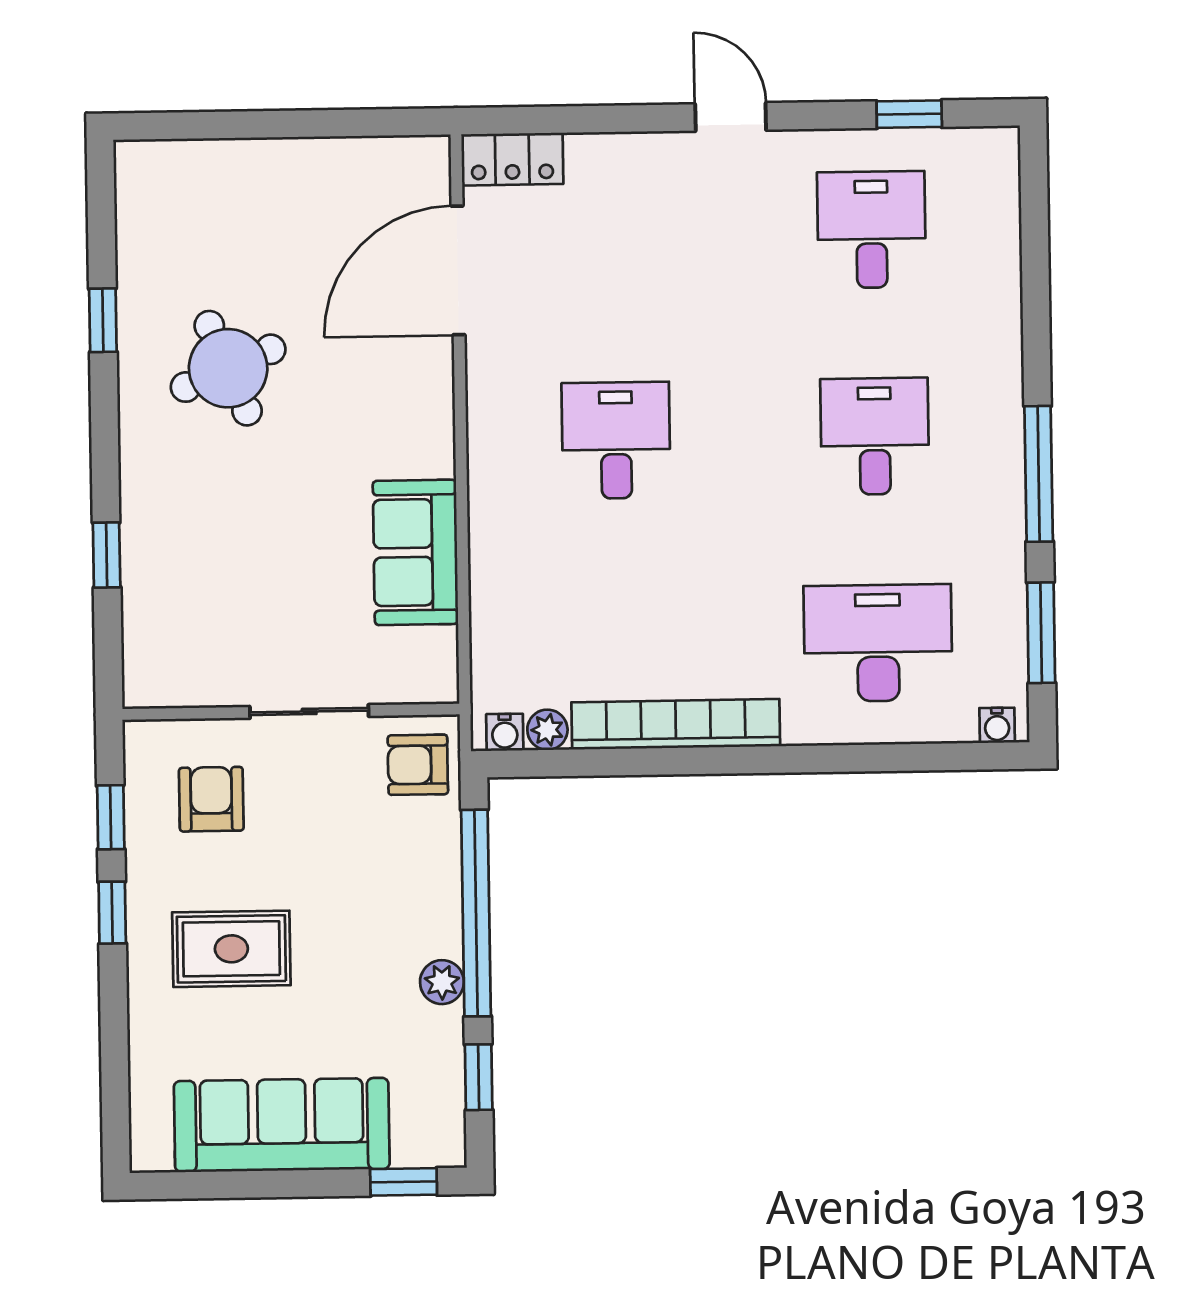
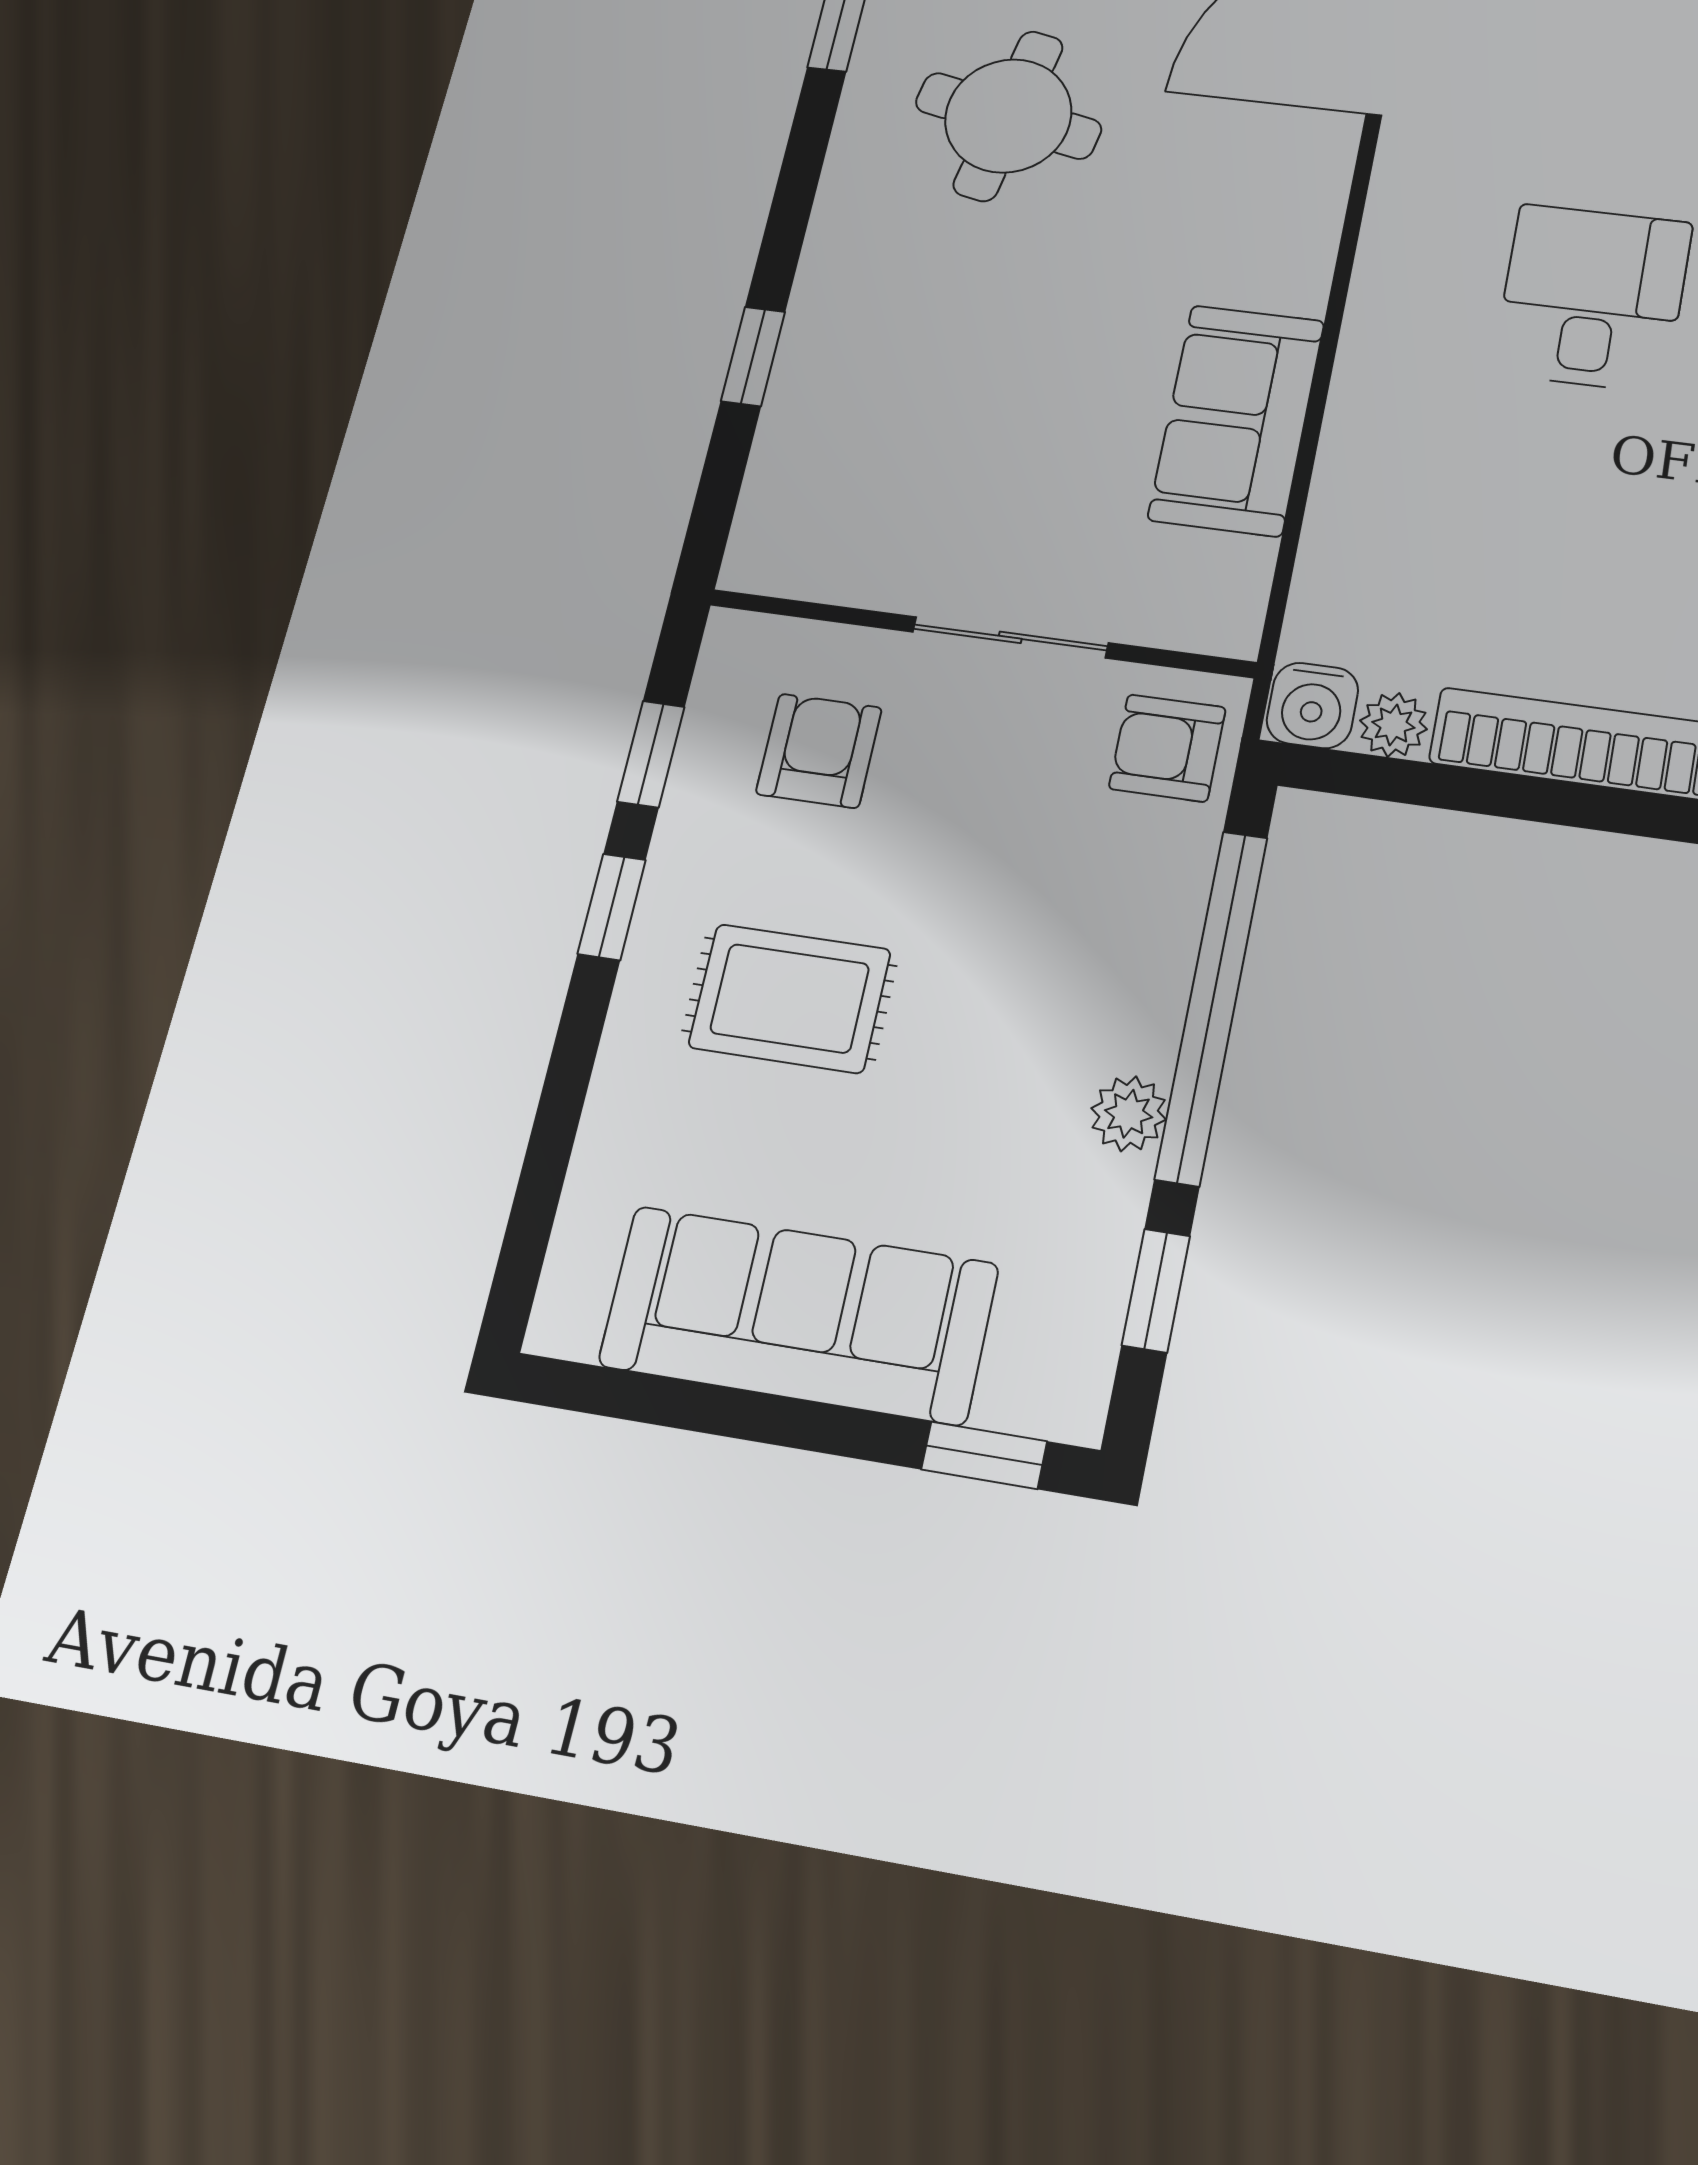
round table: (228, 368) -> (1008, 116), turned 34
water cooler: (505, 732) -> (1312, 705), width x1.38, depth x1.38

